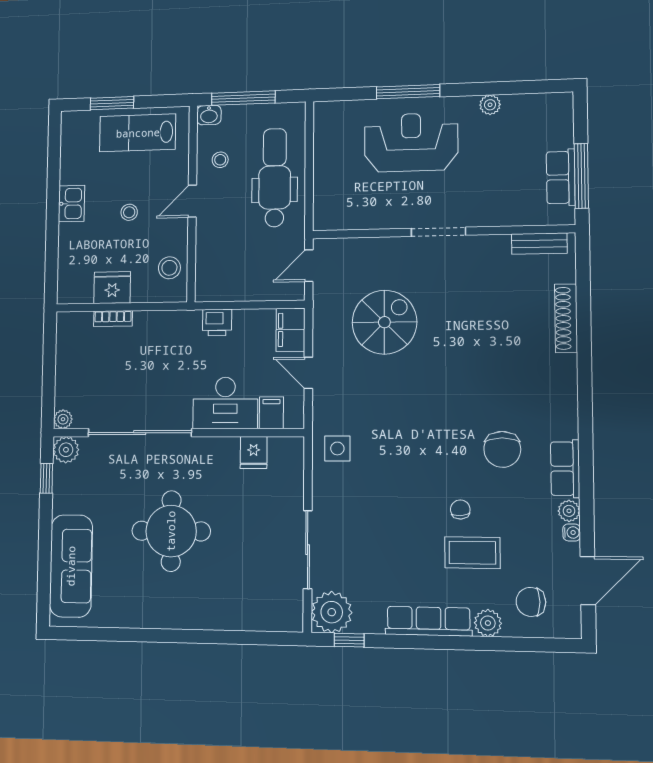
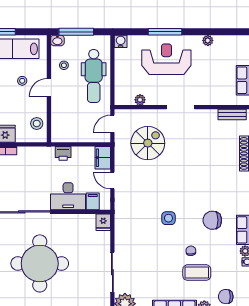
water cooler: (325, 112) -> (121, 41), added
dental chair: (275, 178) -> (94, 76), turned 180
stool: (129, 212) -> (22, 81), moved
plant: (361, 220) -> (140, 100), added
spiral stairs: (384, 322) -> (148, 143), moved
side table: (337, 448) -> (168, 218), moved
chair: (502, 449) -> (212, 220), turned 90
fridge: (254, 452) -> (103, 222), moved
round table: (171, 531) -> (40, 263), width x1.36, depth x1.36

